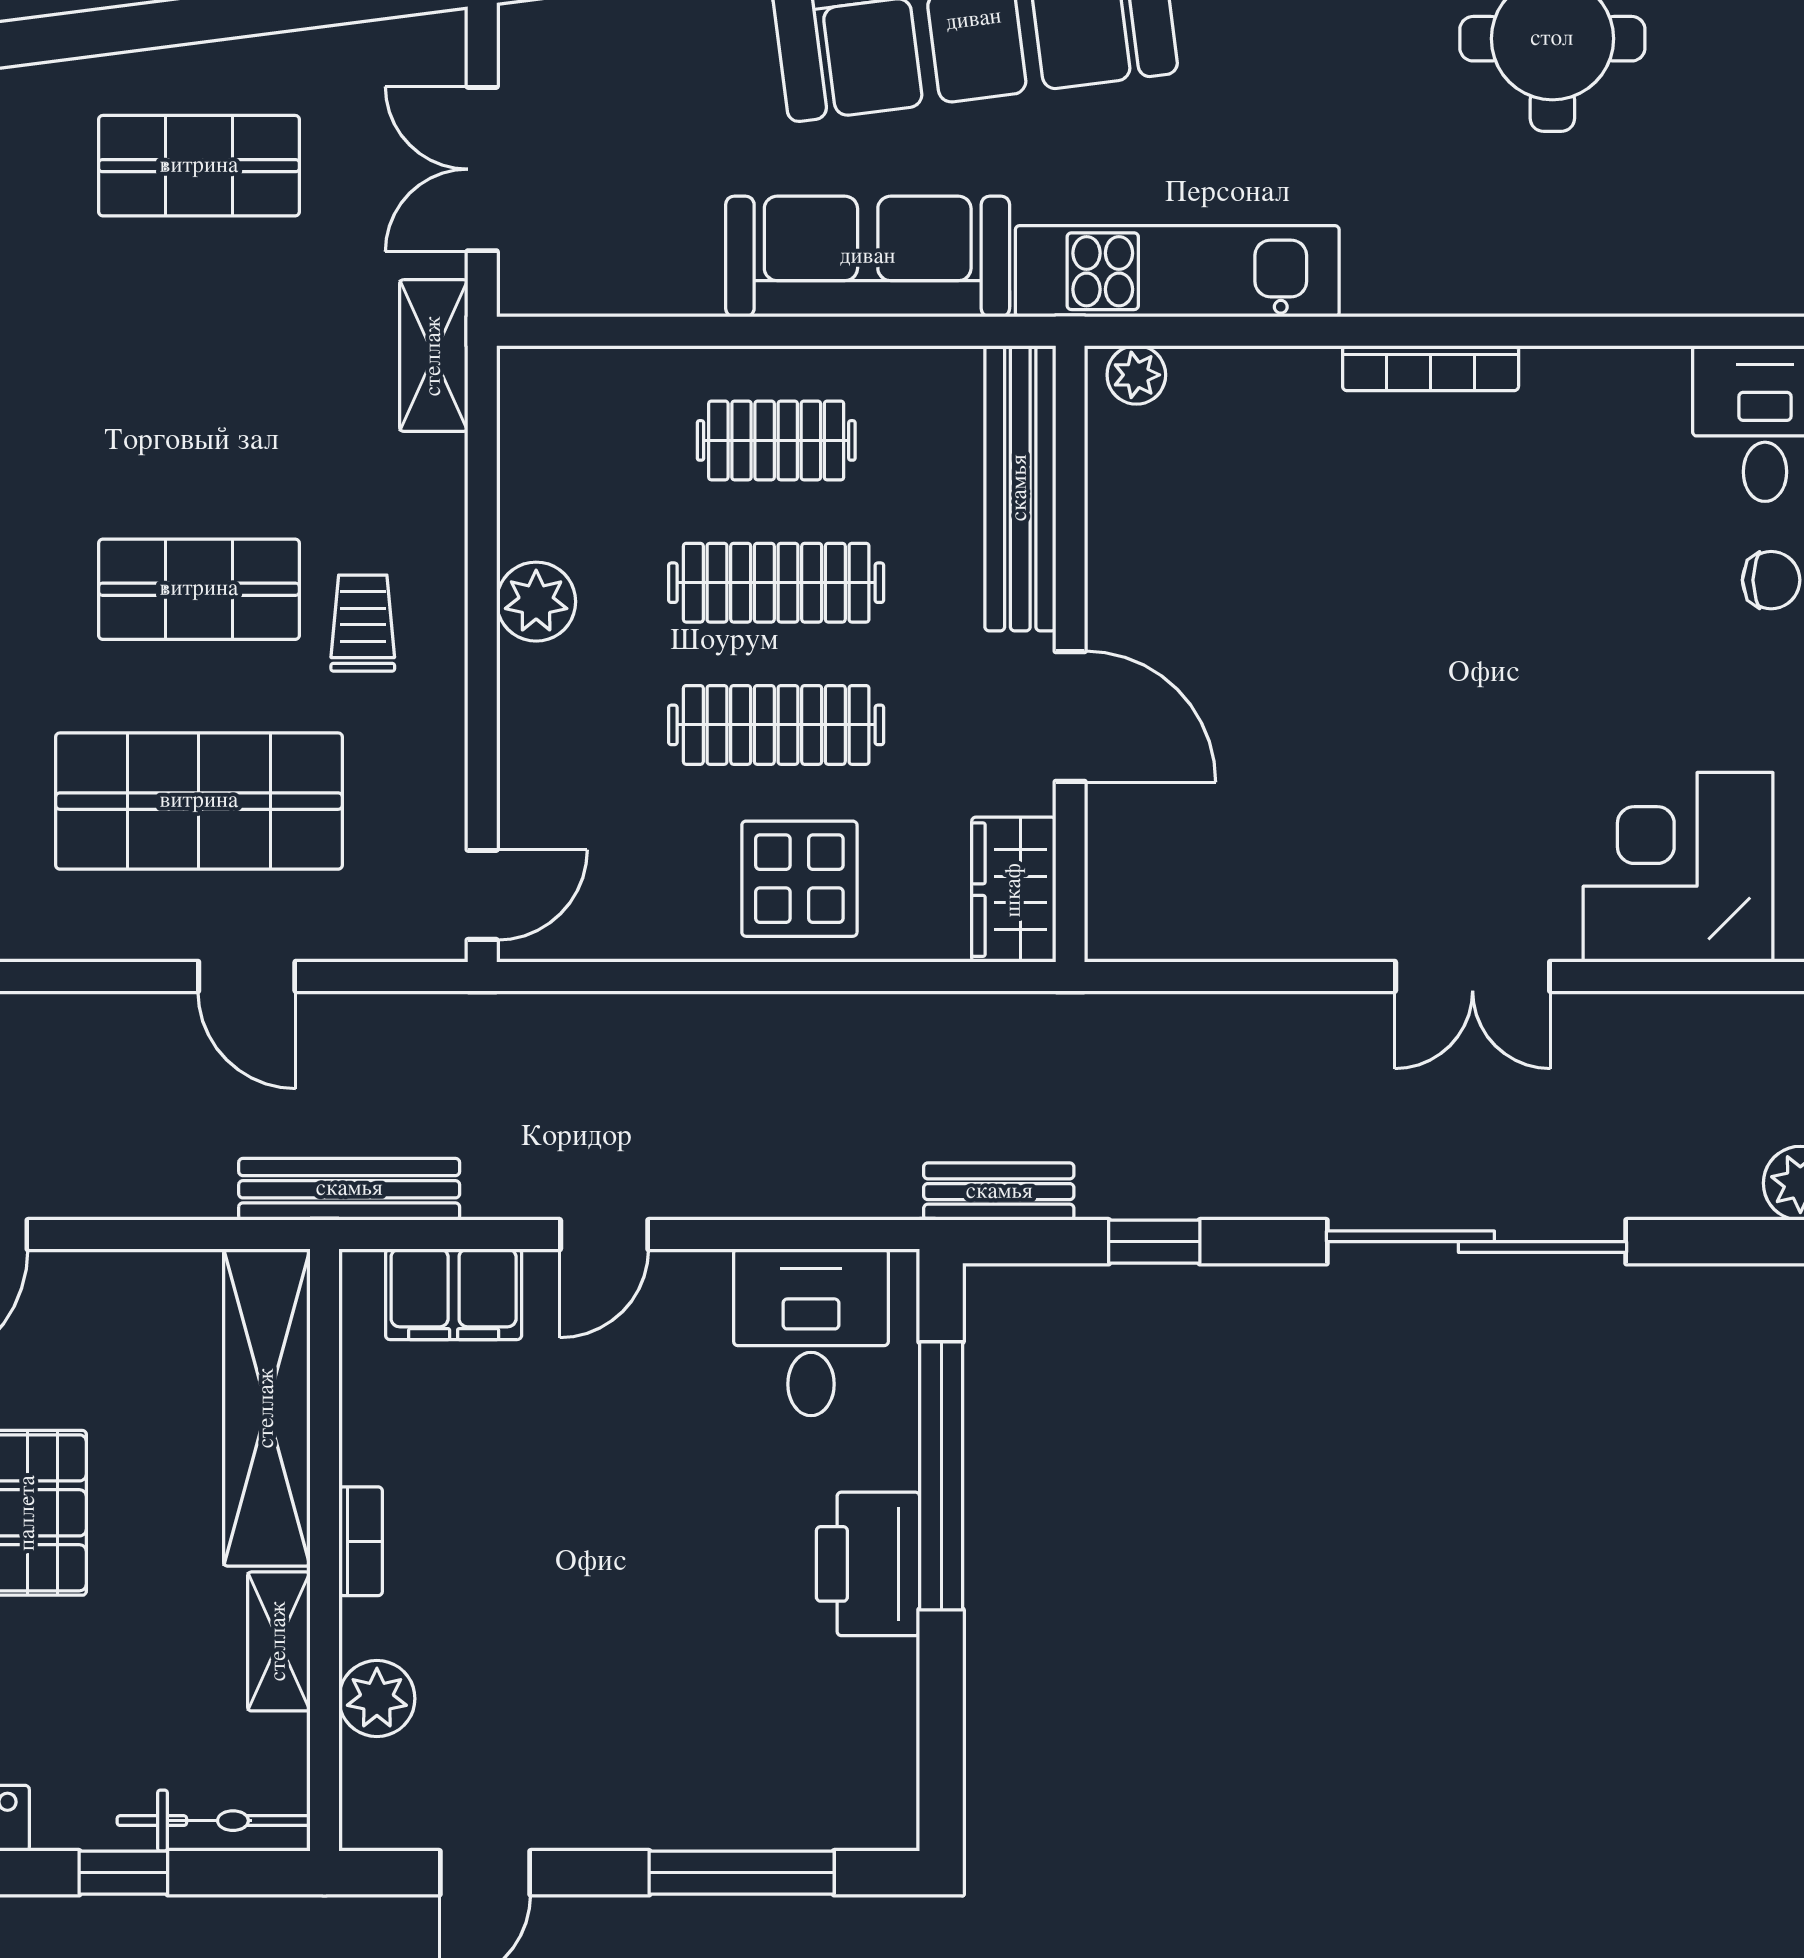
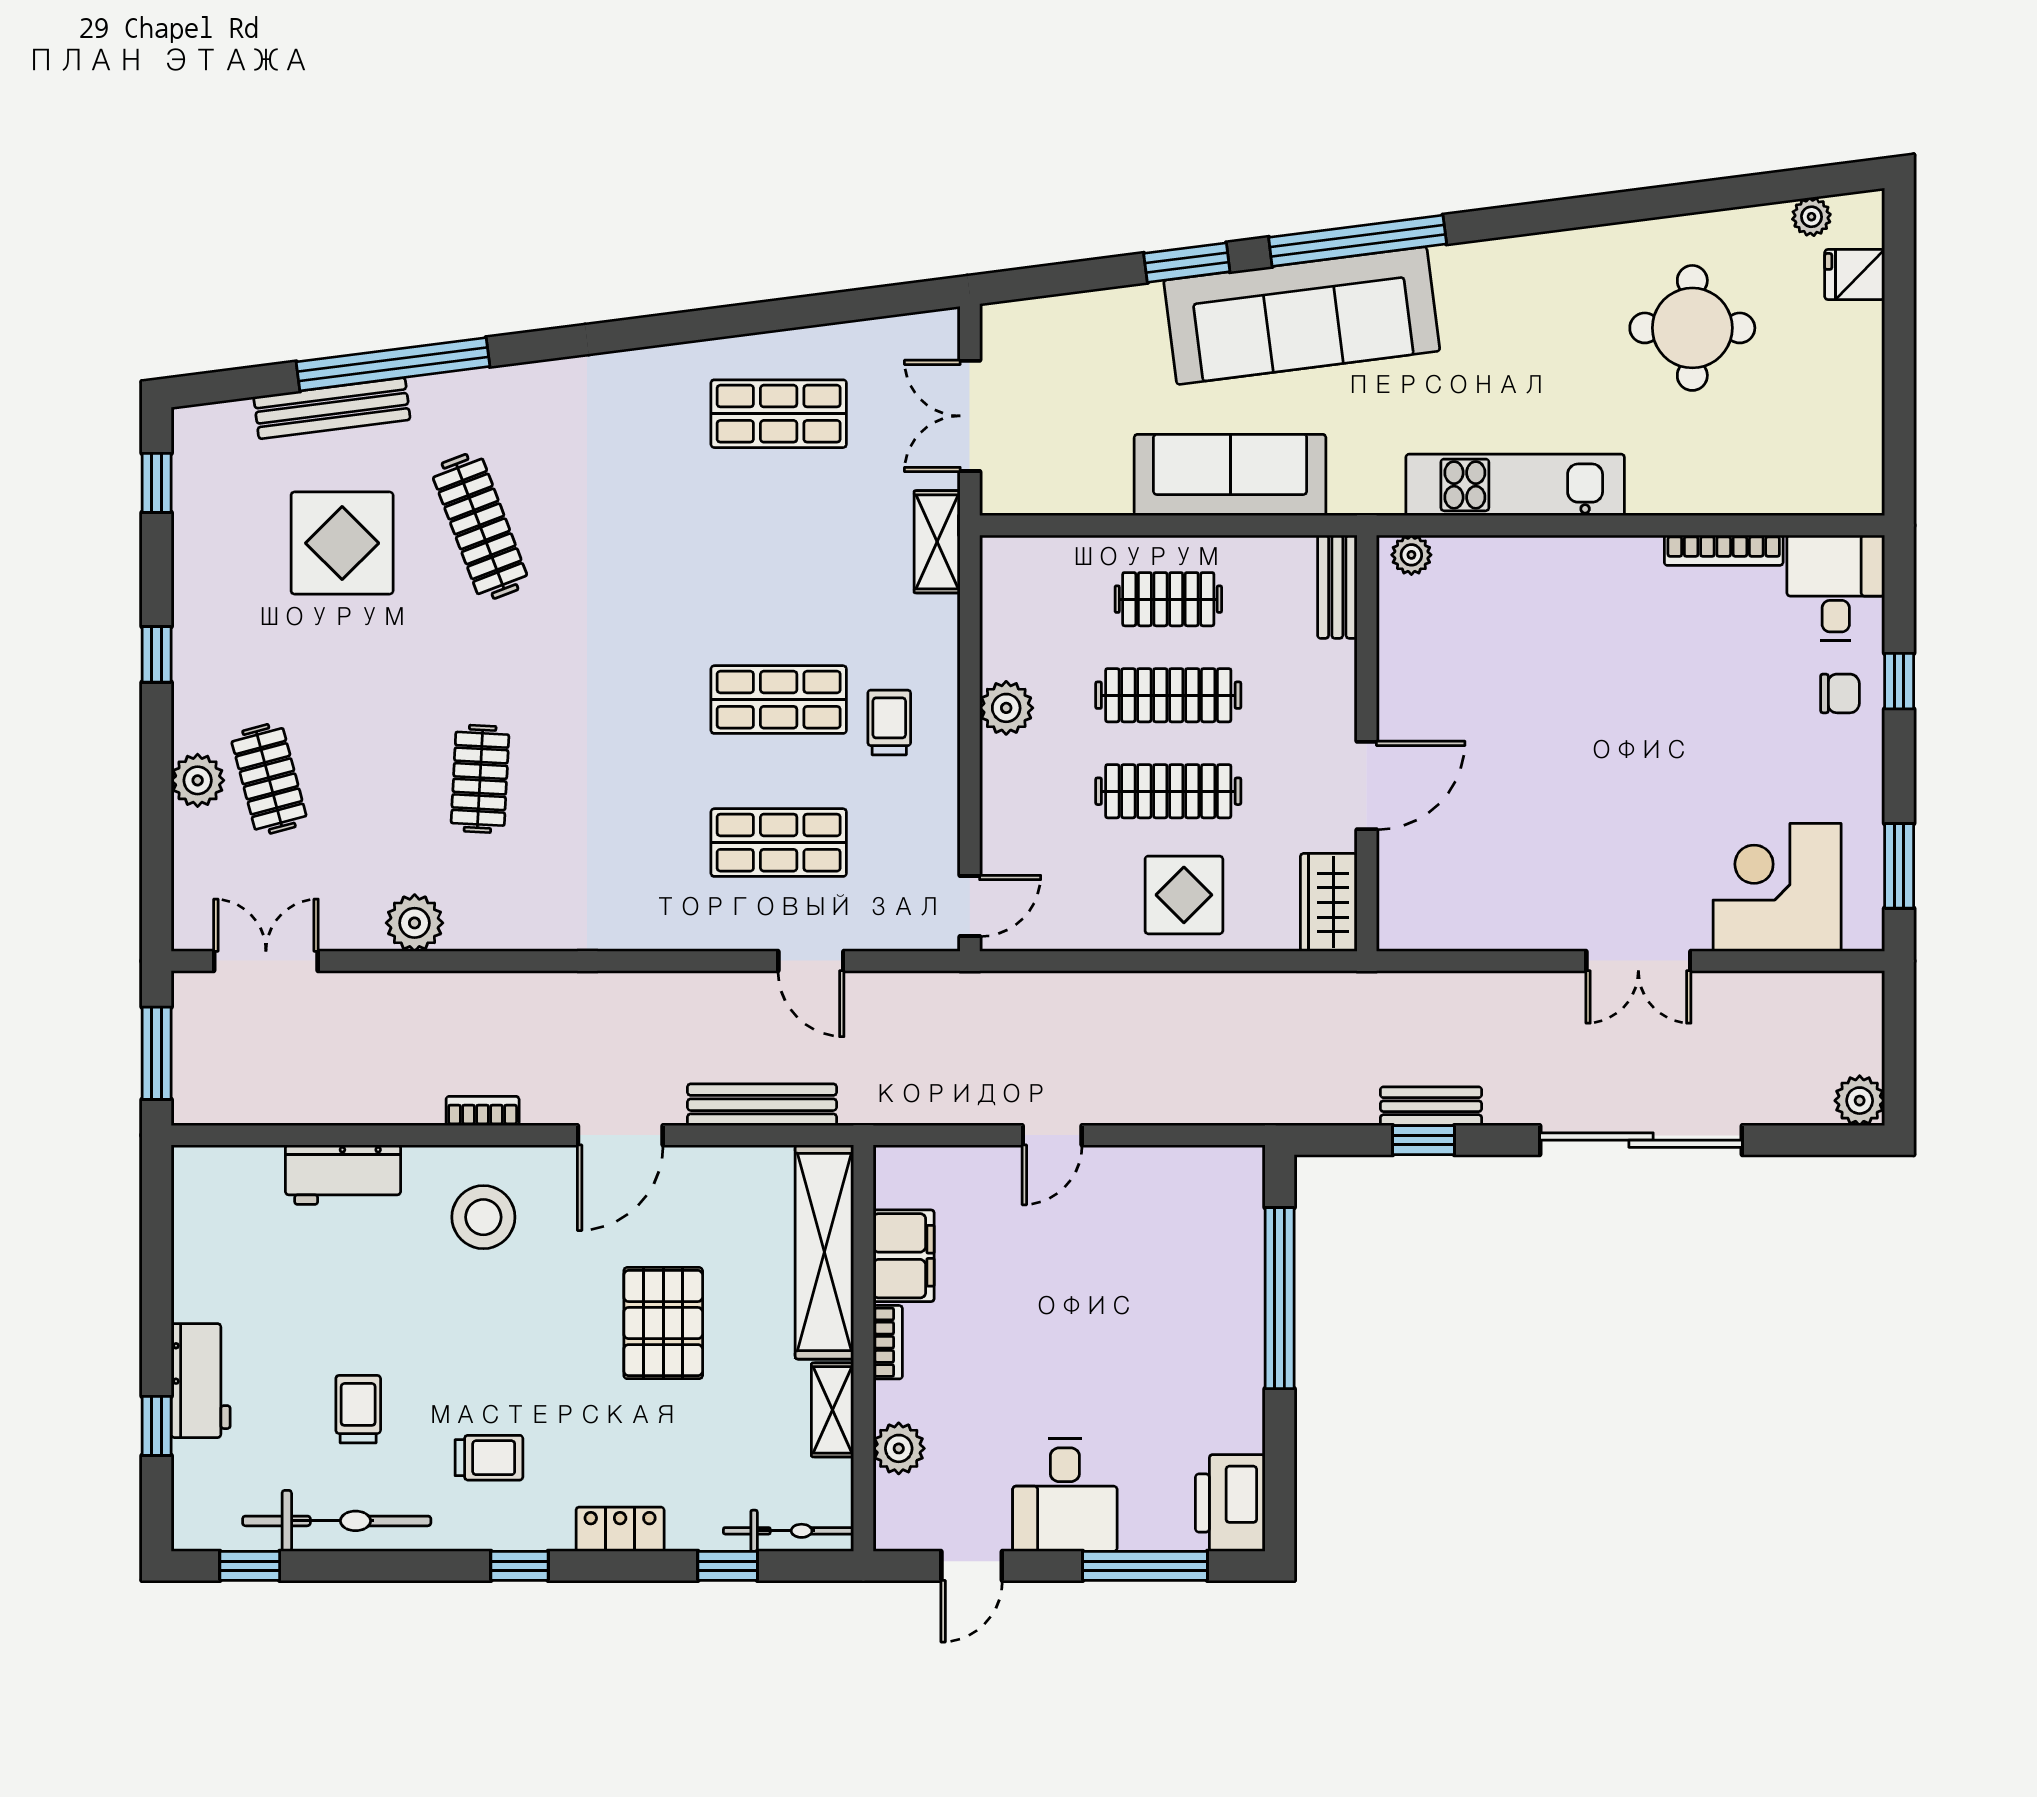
kitchen unit: (1177, 271) -> (1515, 485), moved
bookcase: (1431, 368) -> (1724, 550), moved
bench: (1020, 488) -> (1337, 587), width x0.54, depth x0.82
door: (1070, 716) -> (1367, 785), hinge flipped
shop shelf: (199, 801) -> (779, 843), width x0.70, depth x0.74
bench: (349, 1189) -> (762, 1105), moved
bench: (999, 1192) -> (1431, 1106), moved
filing cabinet: (454, 1294) -> (904, 1256), moved, turned -90
desk: (811, 1332) -> (1065, 1495), moved, turned 180
printer: (868, 1564) -> (1230, 1503), moved

